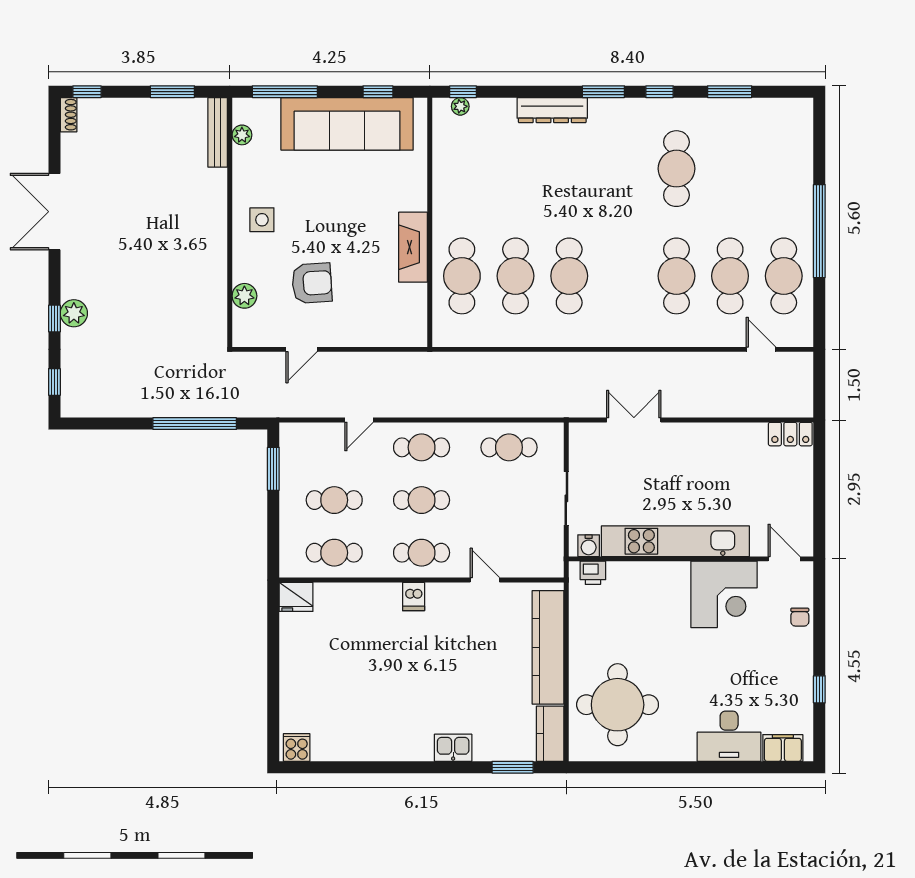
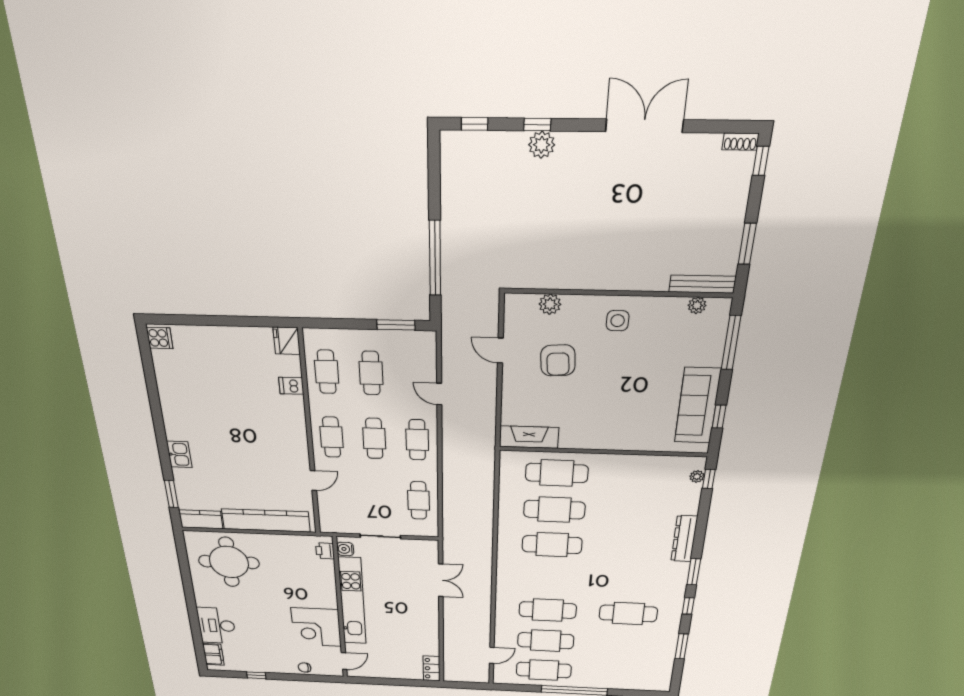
sofa: (347, 124) -> (698, 406), width x0.74, depth x0.79
fireplace: (413, 247) -> (529, 437), moved
dishwasher: (414, 597) -> (291, 386), moved

